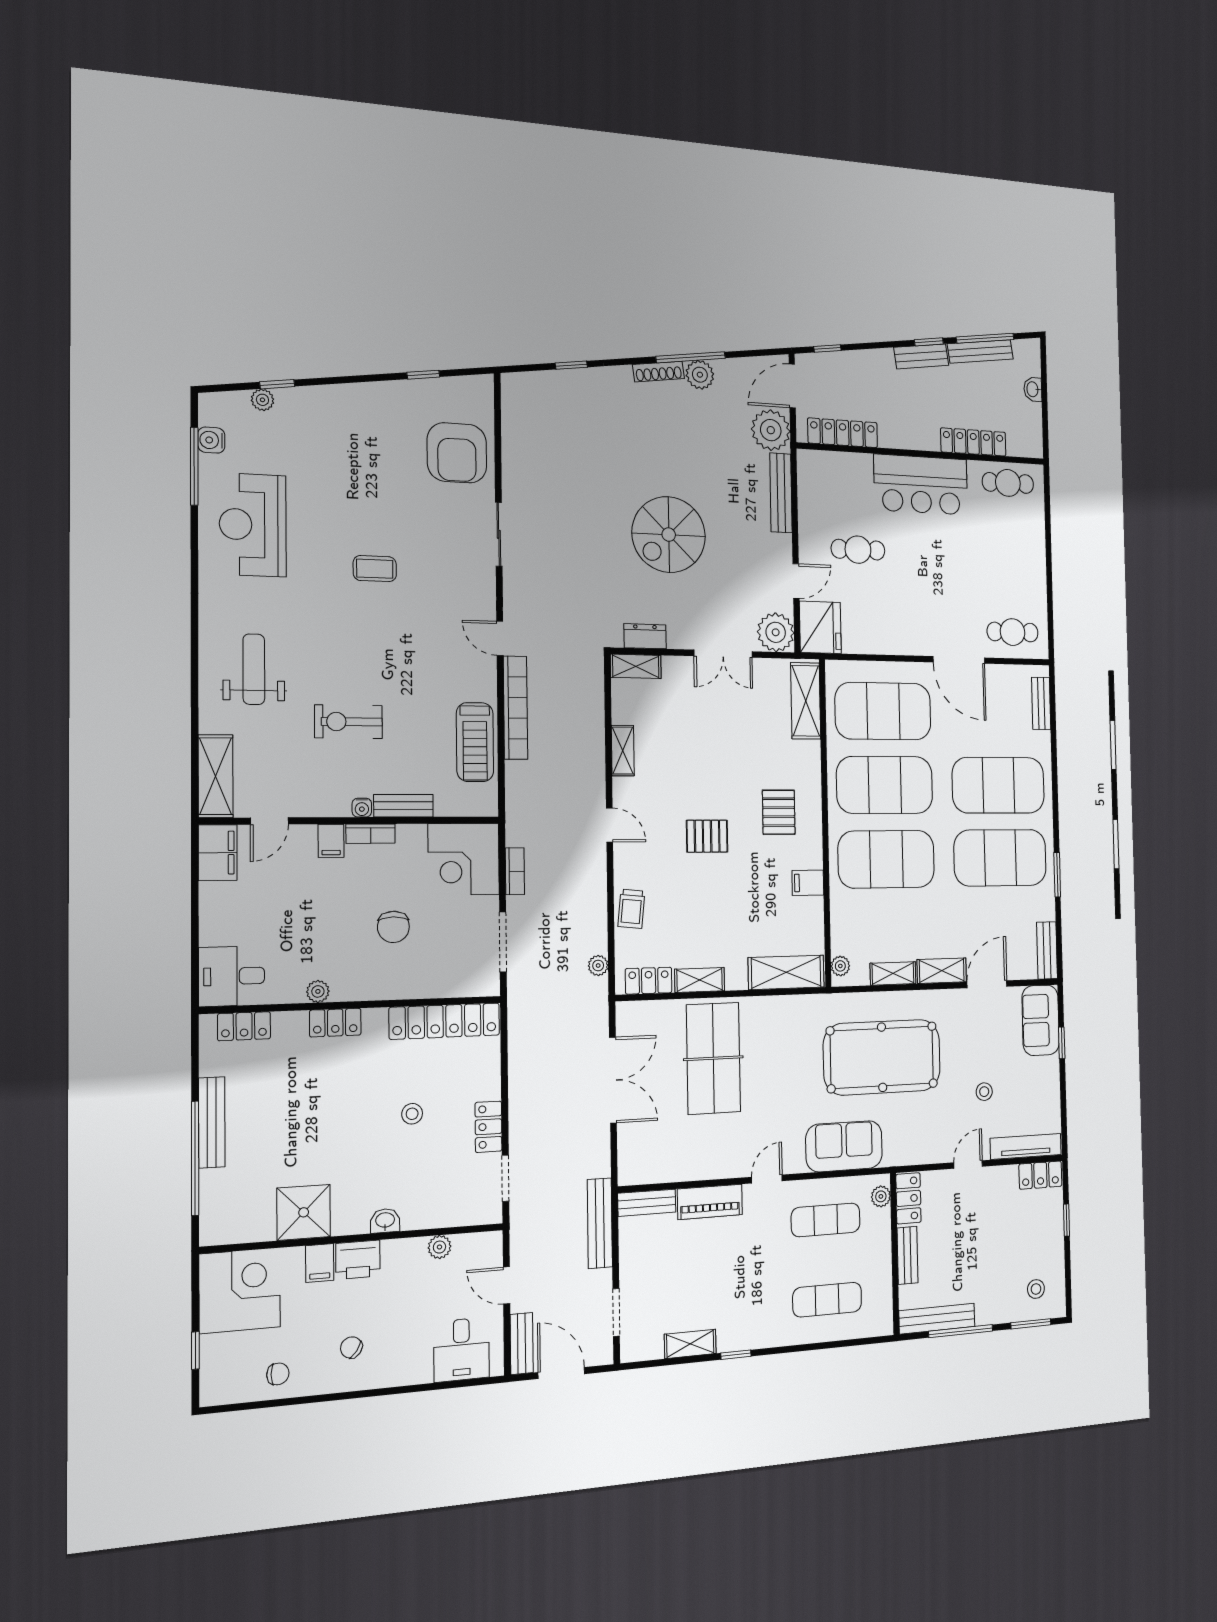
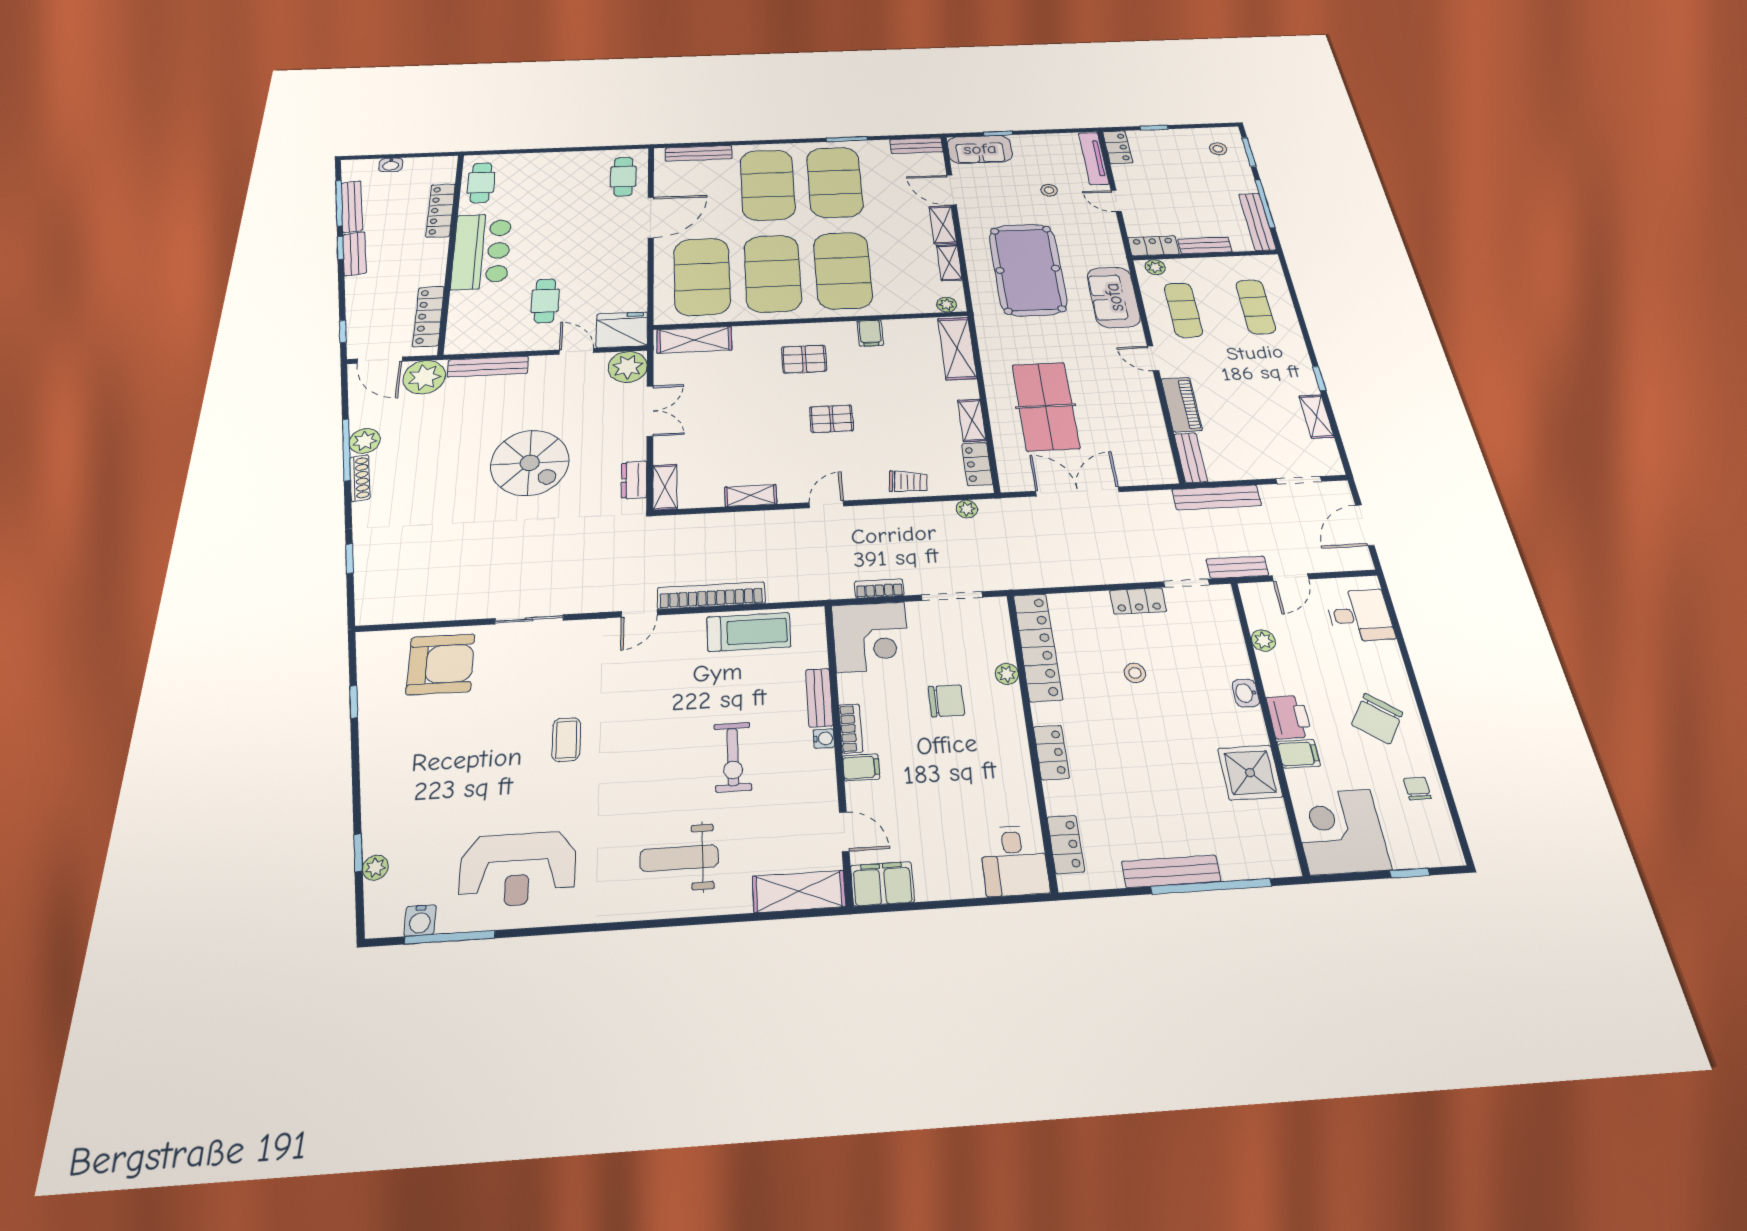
bench: (1041, 703) -> (699, 153), width x1.36
pallet: (707, 836) -> (831, 419), turned 90
plant: (318, 991) -> (1007, 674), moved
table tennis table: (713, 1058) -> (1046, 406), turned 90
bench: (522, 1343) -> (1237, 567), moved
chair: (351, 1347) -> (1377, 718), width x1.87, depth x1.87

